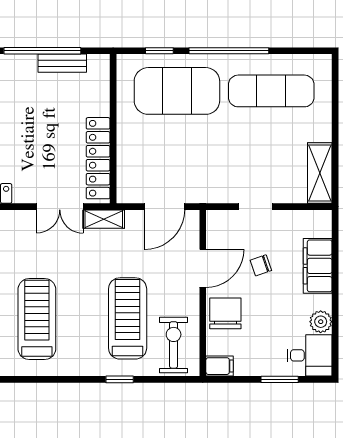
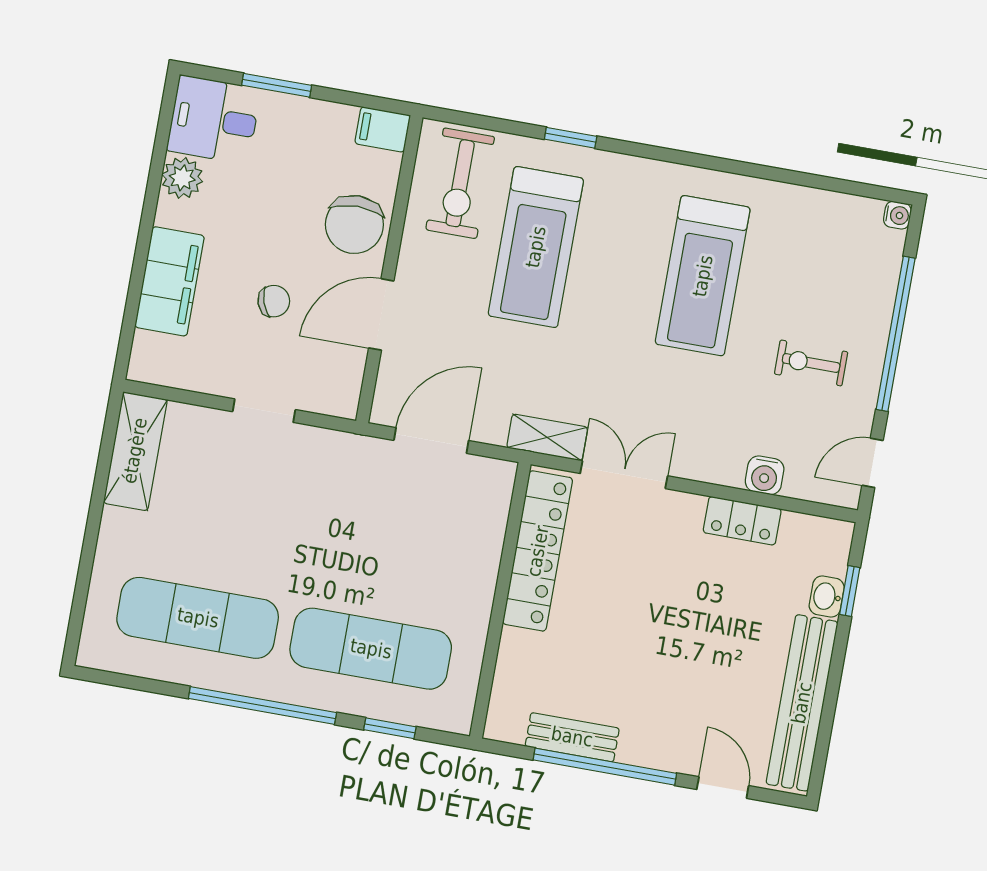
exercise mat: (177, 91) -> (371, 649), width x0.68

